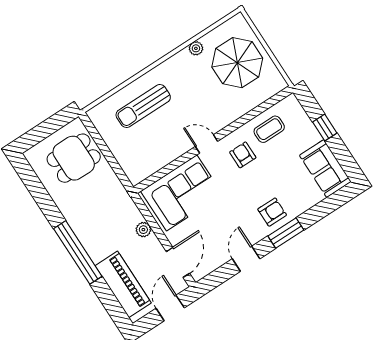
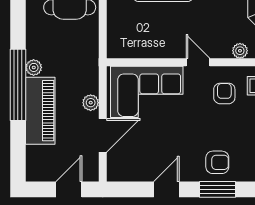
plant: (233, 114) -> (240, 51), added
plant: (81, 231) -> (34, 67), added
door: (178, 262) -> (103, 135), moved
piano: (123, 284) -> (40, 111), moved

